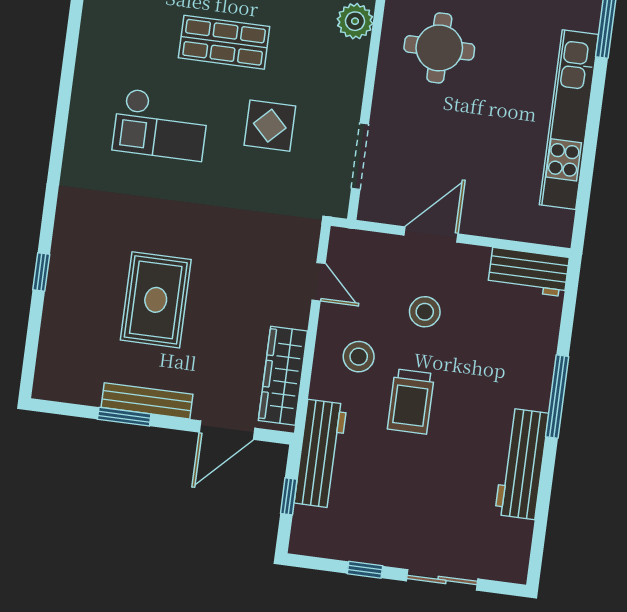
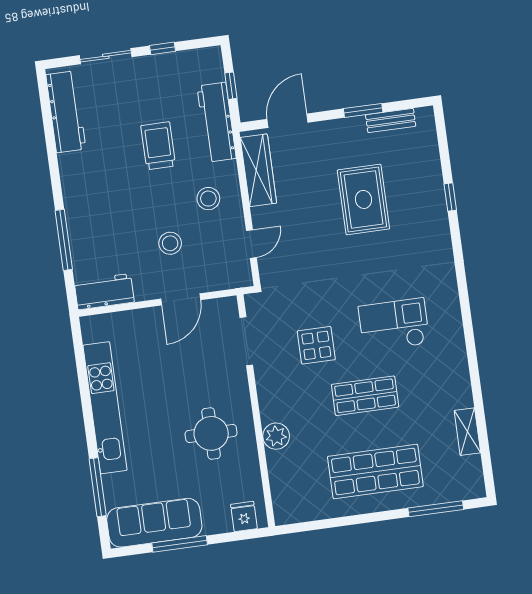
door: (319, 282) -> (251, 244), swing flipped
window: (557, 397) -> (64, 240), moved
bench: (147, 401) -> (391, 121), moved, width x0.73
trolley: (411, 401) -> (158, 146), moved
workbench: (522, 464) -> (66, 112), moved

